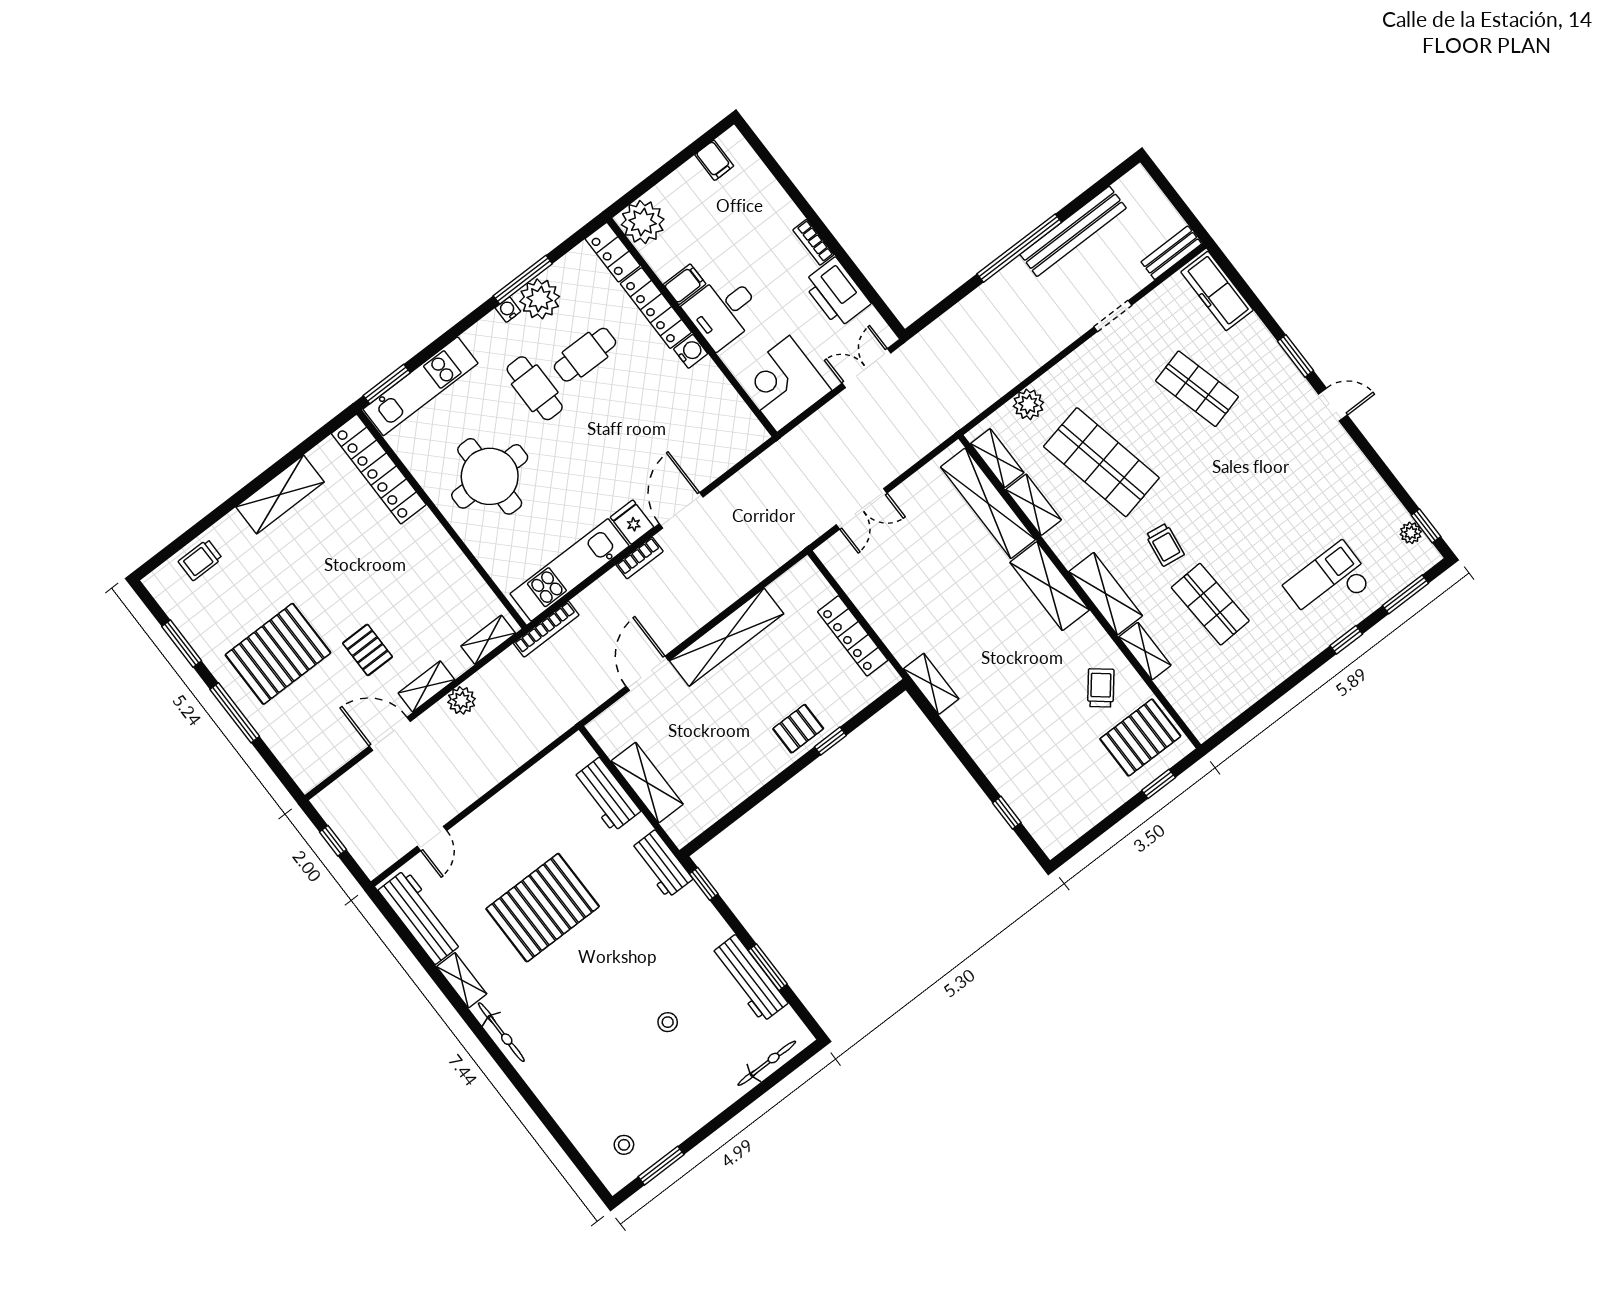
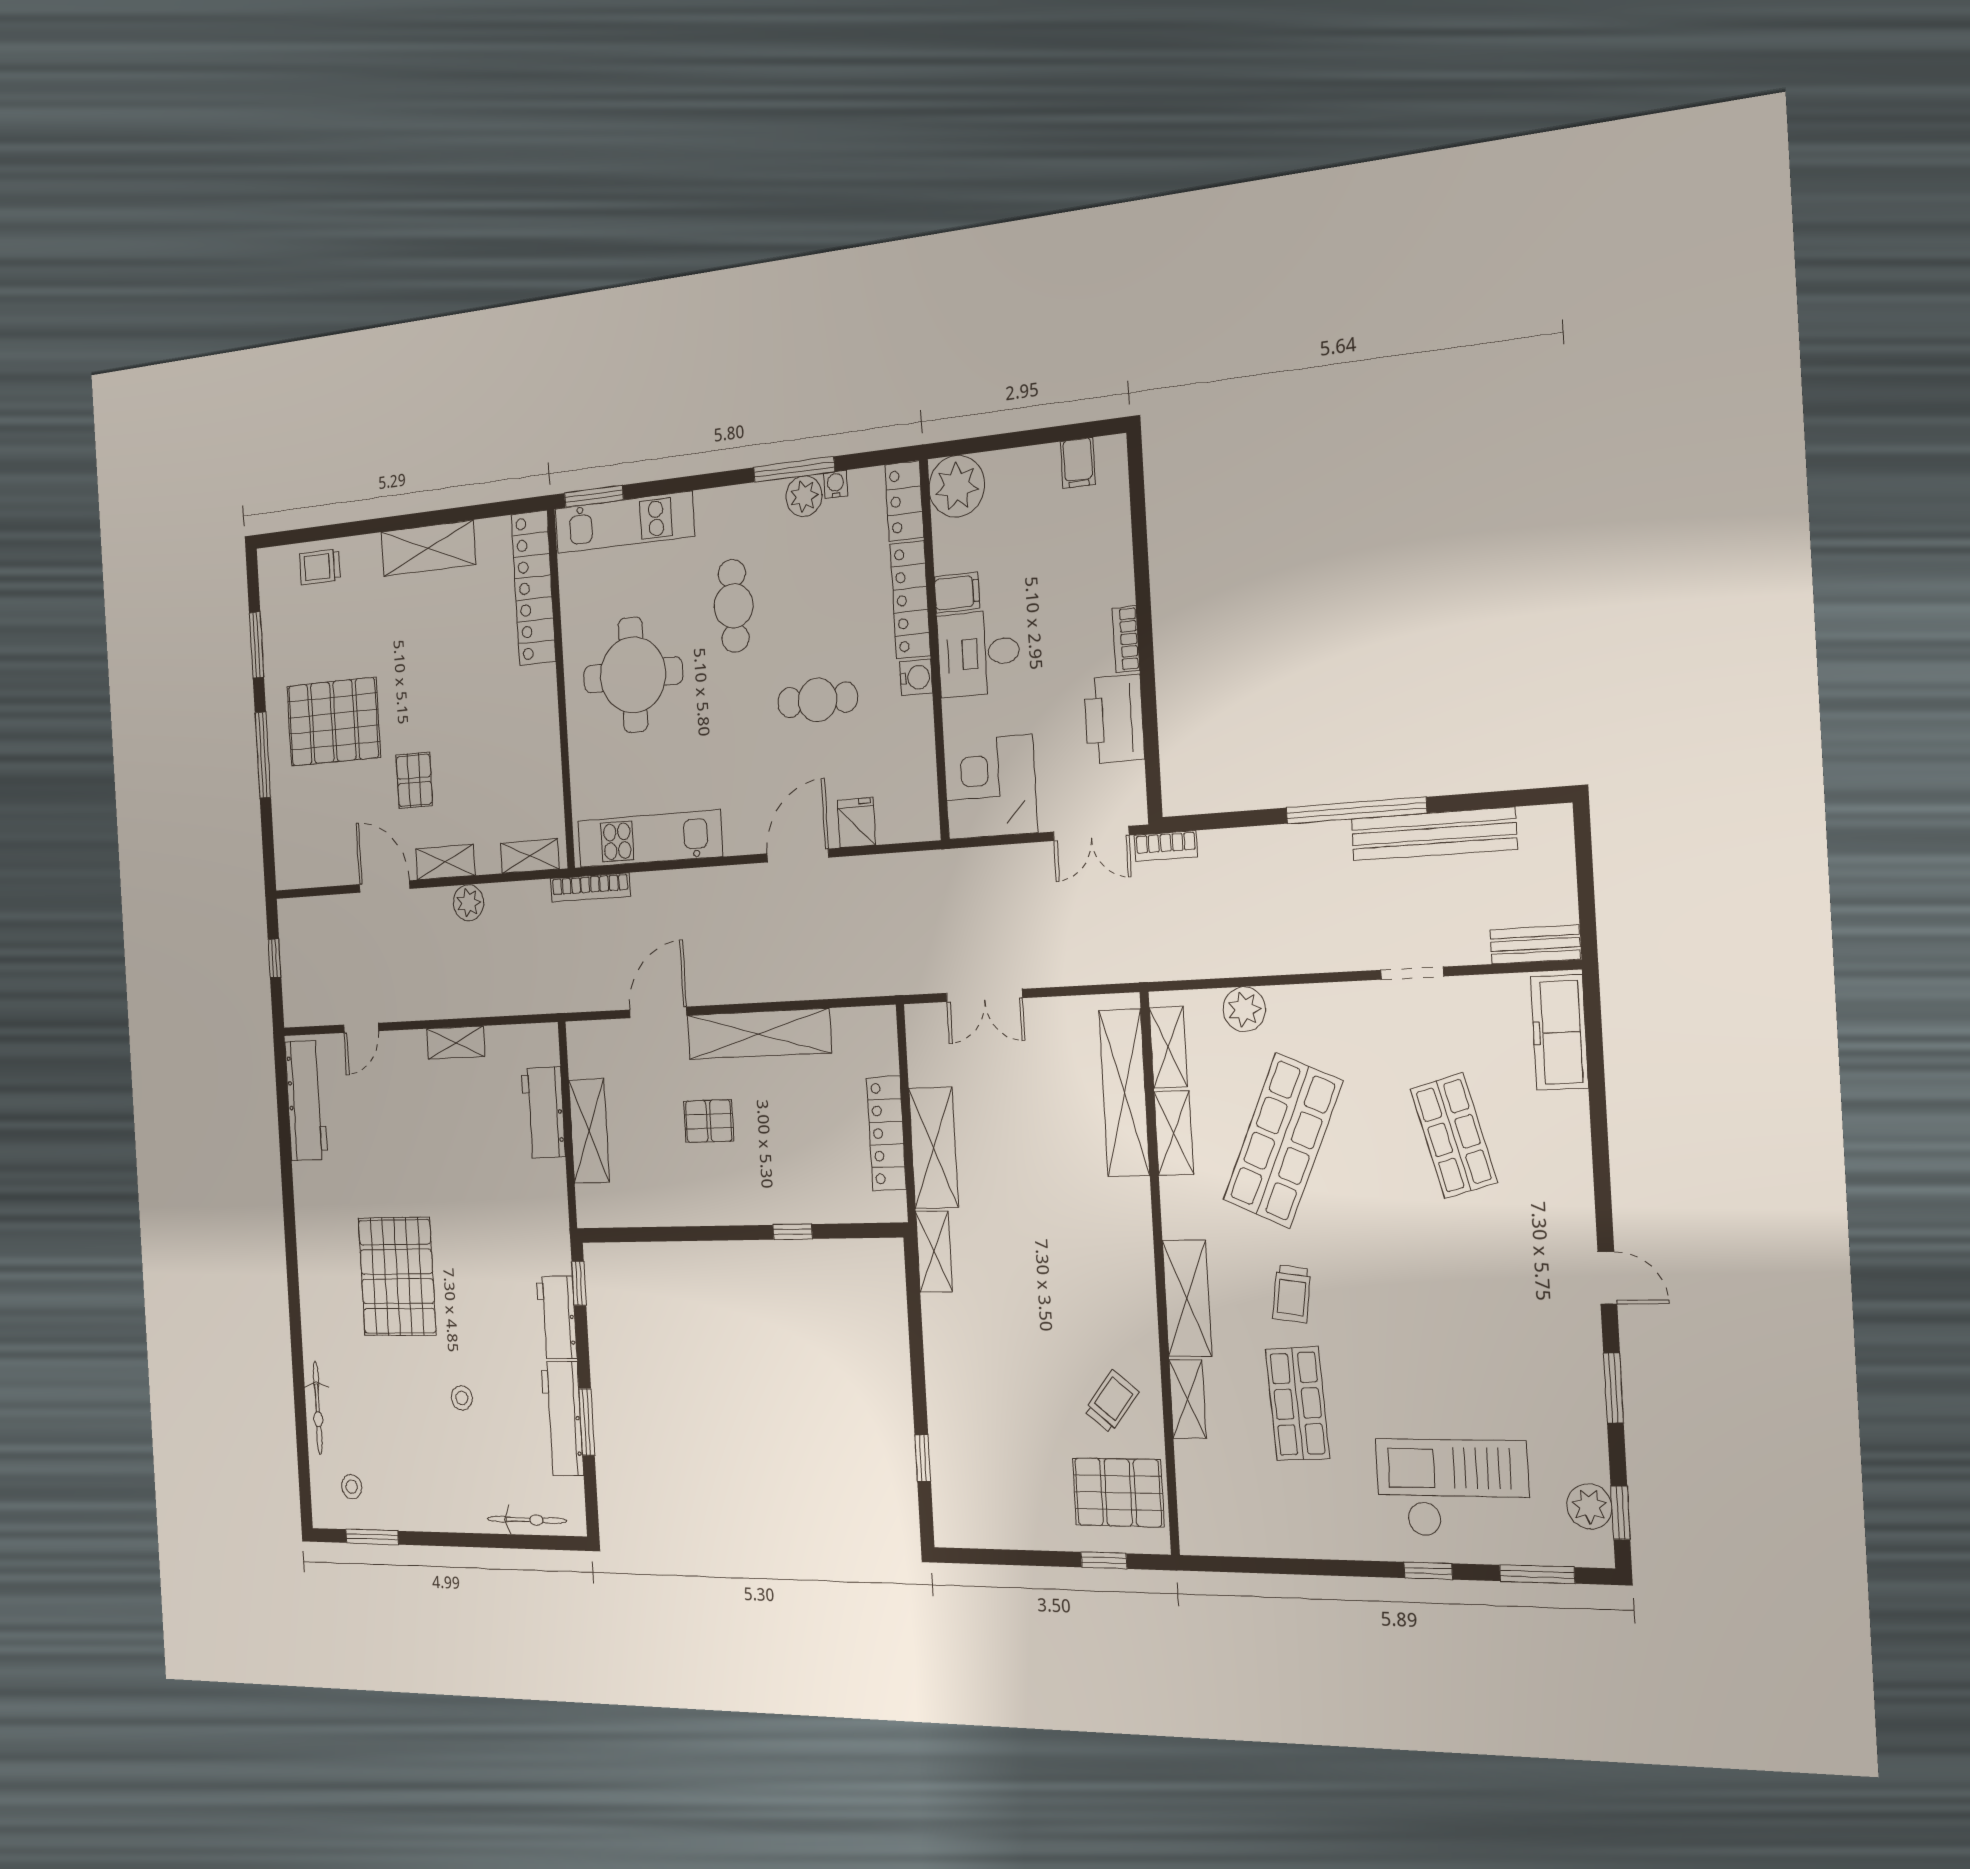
plant: (540, 299) -> (804, 496), width x0.73, depth x0.73
water cooler: (508, 310) -> (836, 484), moved
cafe table: (585, 355) -> (818, 700), moved
window: (1295, 356) -> (1613, 1388), moved
double door: (866, 368) -> (1091, 834), swing flipped
shop shelf: (1101, 462) -> (1283, 1141), turned 36
fridge: (632, 522) -> (856, 823), moved
plant: (1411, 533) -> (1589, 1506), width x1.38, depth x1.38
bookcase: (639, 558) -> (1166, 846), moved
checkout: (1329, 583) -> (1453, 1488), width x1.36, depth x1.21
shelving: (1050, 586) -> (933, 1148), moved
pallet: (798, 729) -> (709, 1121), moved
workbench: (661, 864) -> (557, 1317), moved
pallet: (543, 908) -> (397, 1276), moved, turned 90
shelving: (462, 980) -> (456, 1043), moved, turned 90
bicycle: (501, 1032) -> (318, 1408), moved

